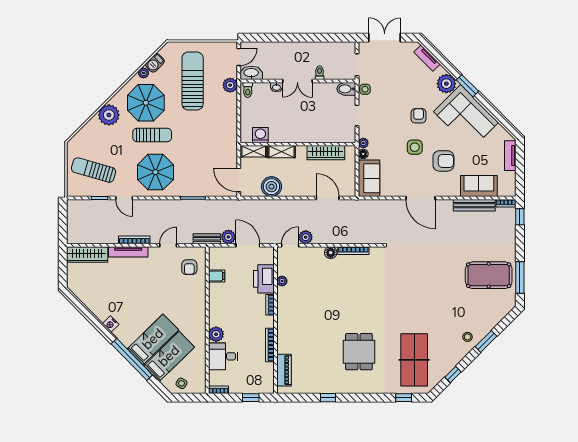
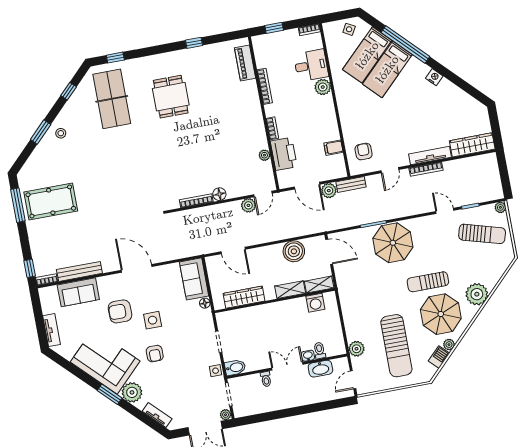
washbasin: (251, 73) -> (320, 369), moved
toilet: (248, 90) -> (320, 350), moved
plant: (363, 143) -> (226, 415), moved
parasol: (155, 172) -> (393, 243), moved
plant: (72, 191) -> (500, 207), added

